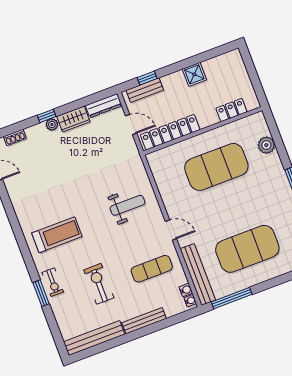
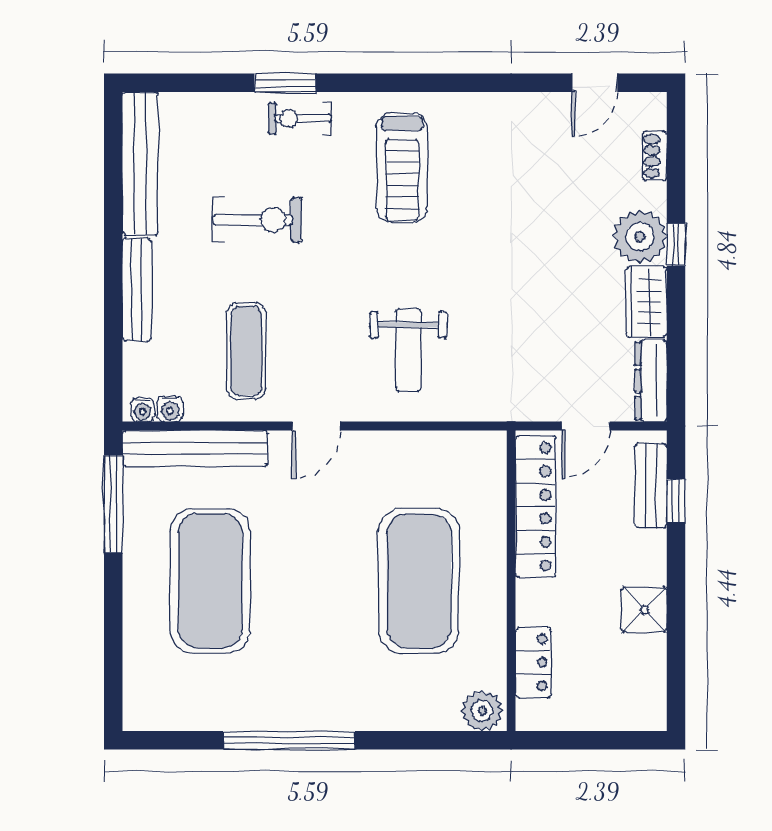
plant: (52, 124) -> (640, 237), width x1.88, depth x1.88
plant: (266, 145) -> (482, 711), moved

